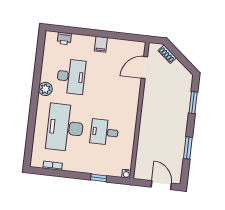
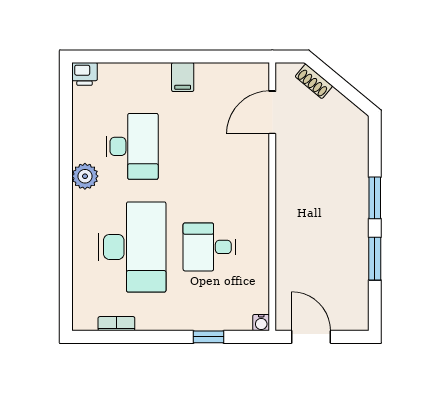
printer: (64, 38) -> (85, 74), moved
window: (193, 103) -> (375, 198), moved
desk: (65, 128) -> (132, 247), turned 180
door: (161, 185) -> (311, 337), moved

